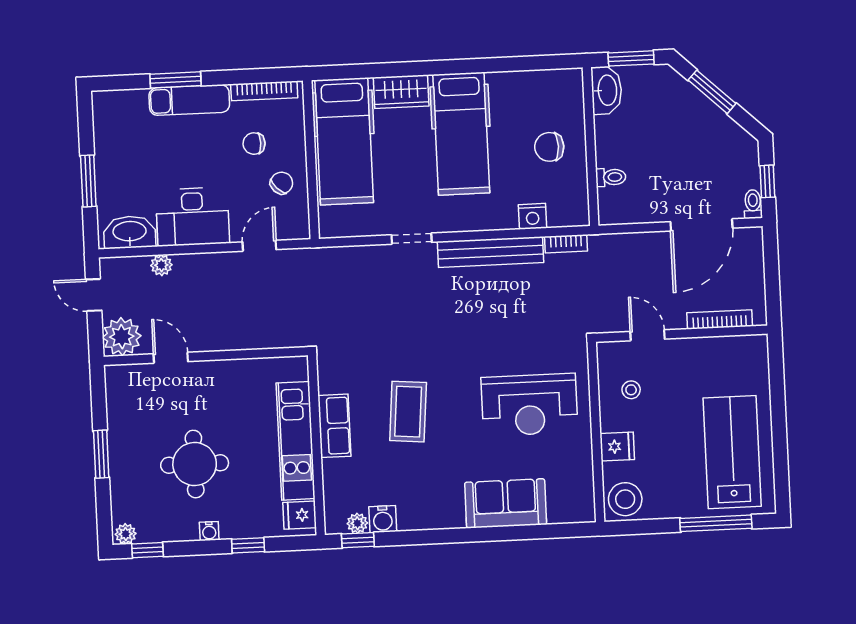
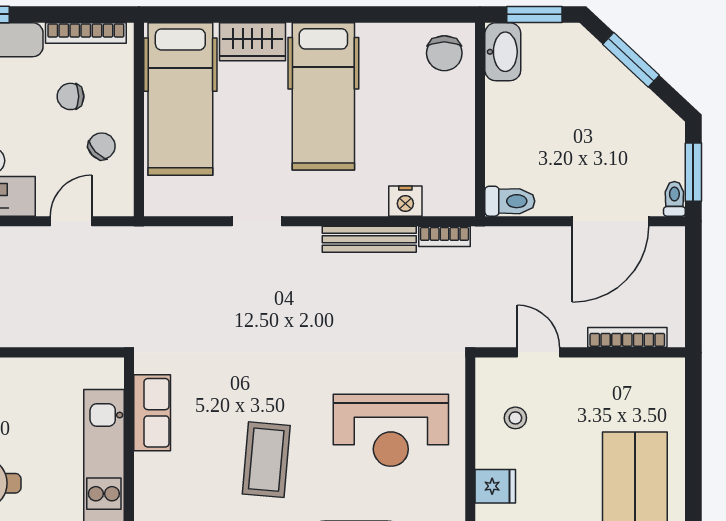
chair: (549, 147) -> (444, 53), moved, turned -90
toilet: (611, 177) -> (510, 201), moved, width x1.37, depth x1.39
window: (767, 181) -> (693, 172), width x1.50
bench: (490, 252) -> (369, 239), width x0.73, depth x0.82
coffee table: (408, 412) -> (266, 460), moved
row of seats: (334, 426) -> (152, 413), moved

